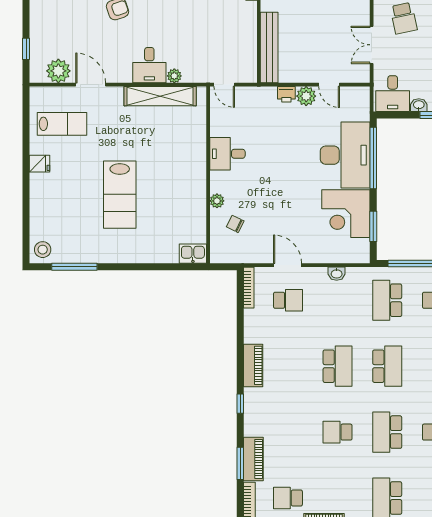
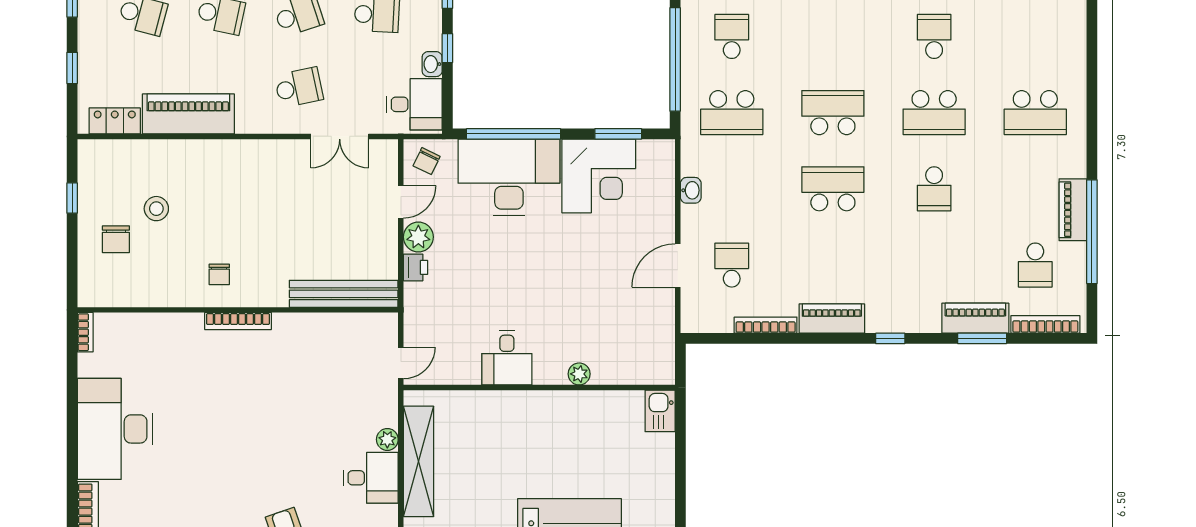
chair: (235, 224) -> (427, 161), moved
bookcase: (249, 288) -> (766, 325), moved

